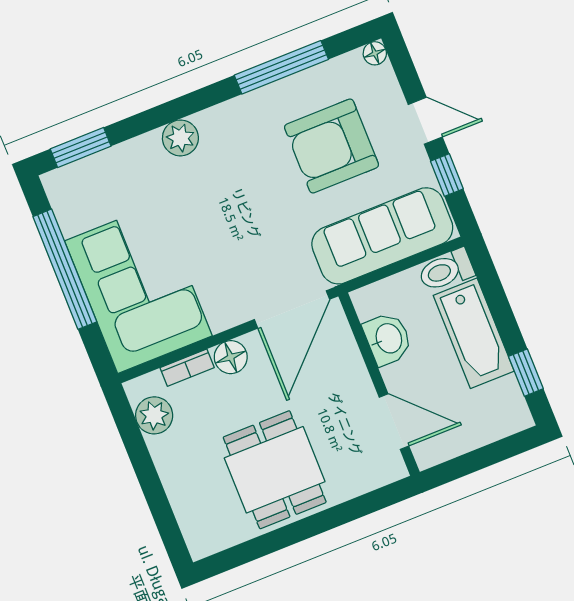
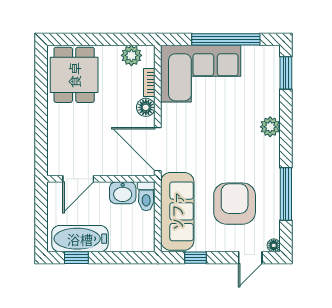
door: (425, 121) -> (250, 258), moved
toilet: (446, 270) -> (146, 196), moved, turned 180
bathtub: (474, 333) -> (80, 239), moved
dining table: (275, 470) -> (74, 75), moved, turned 90

